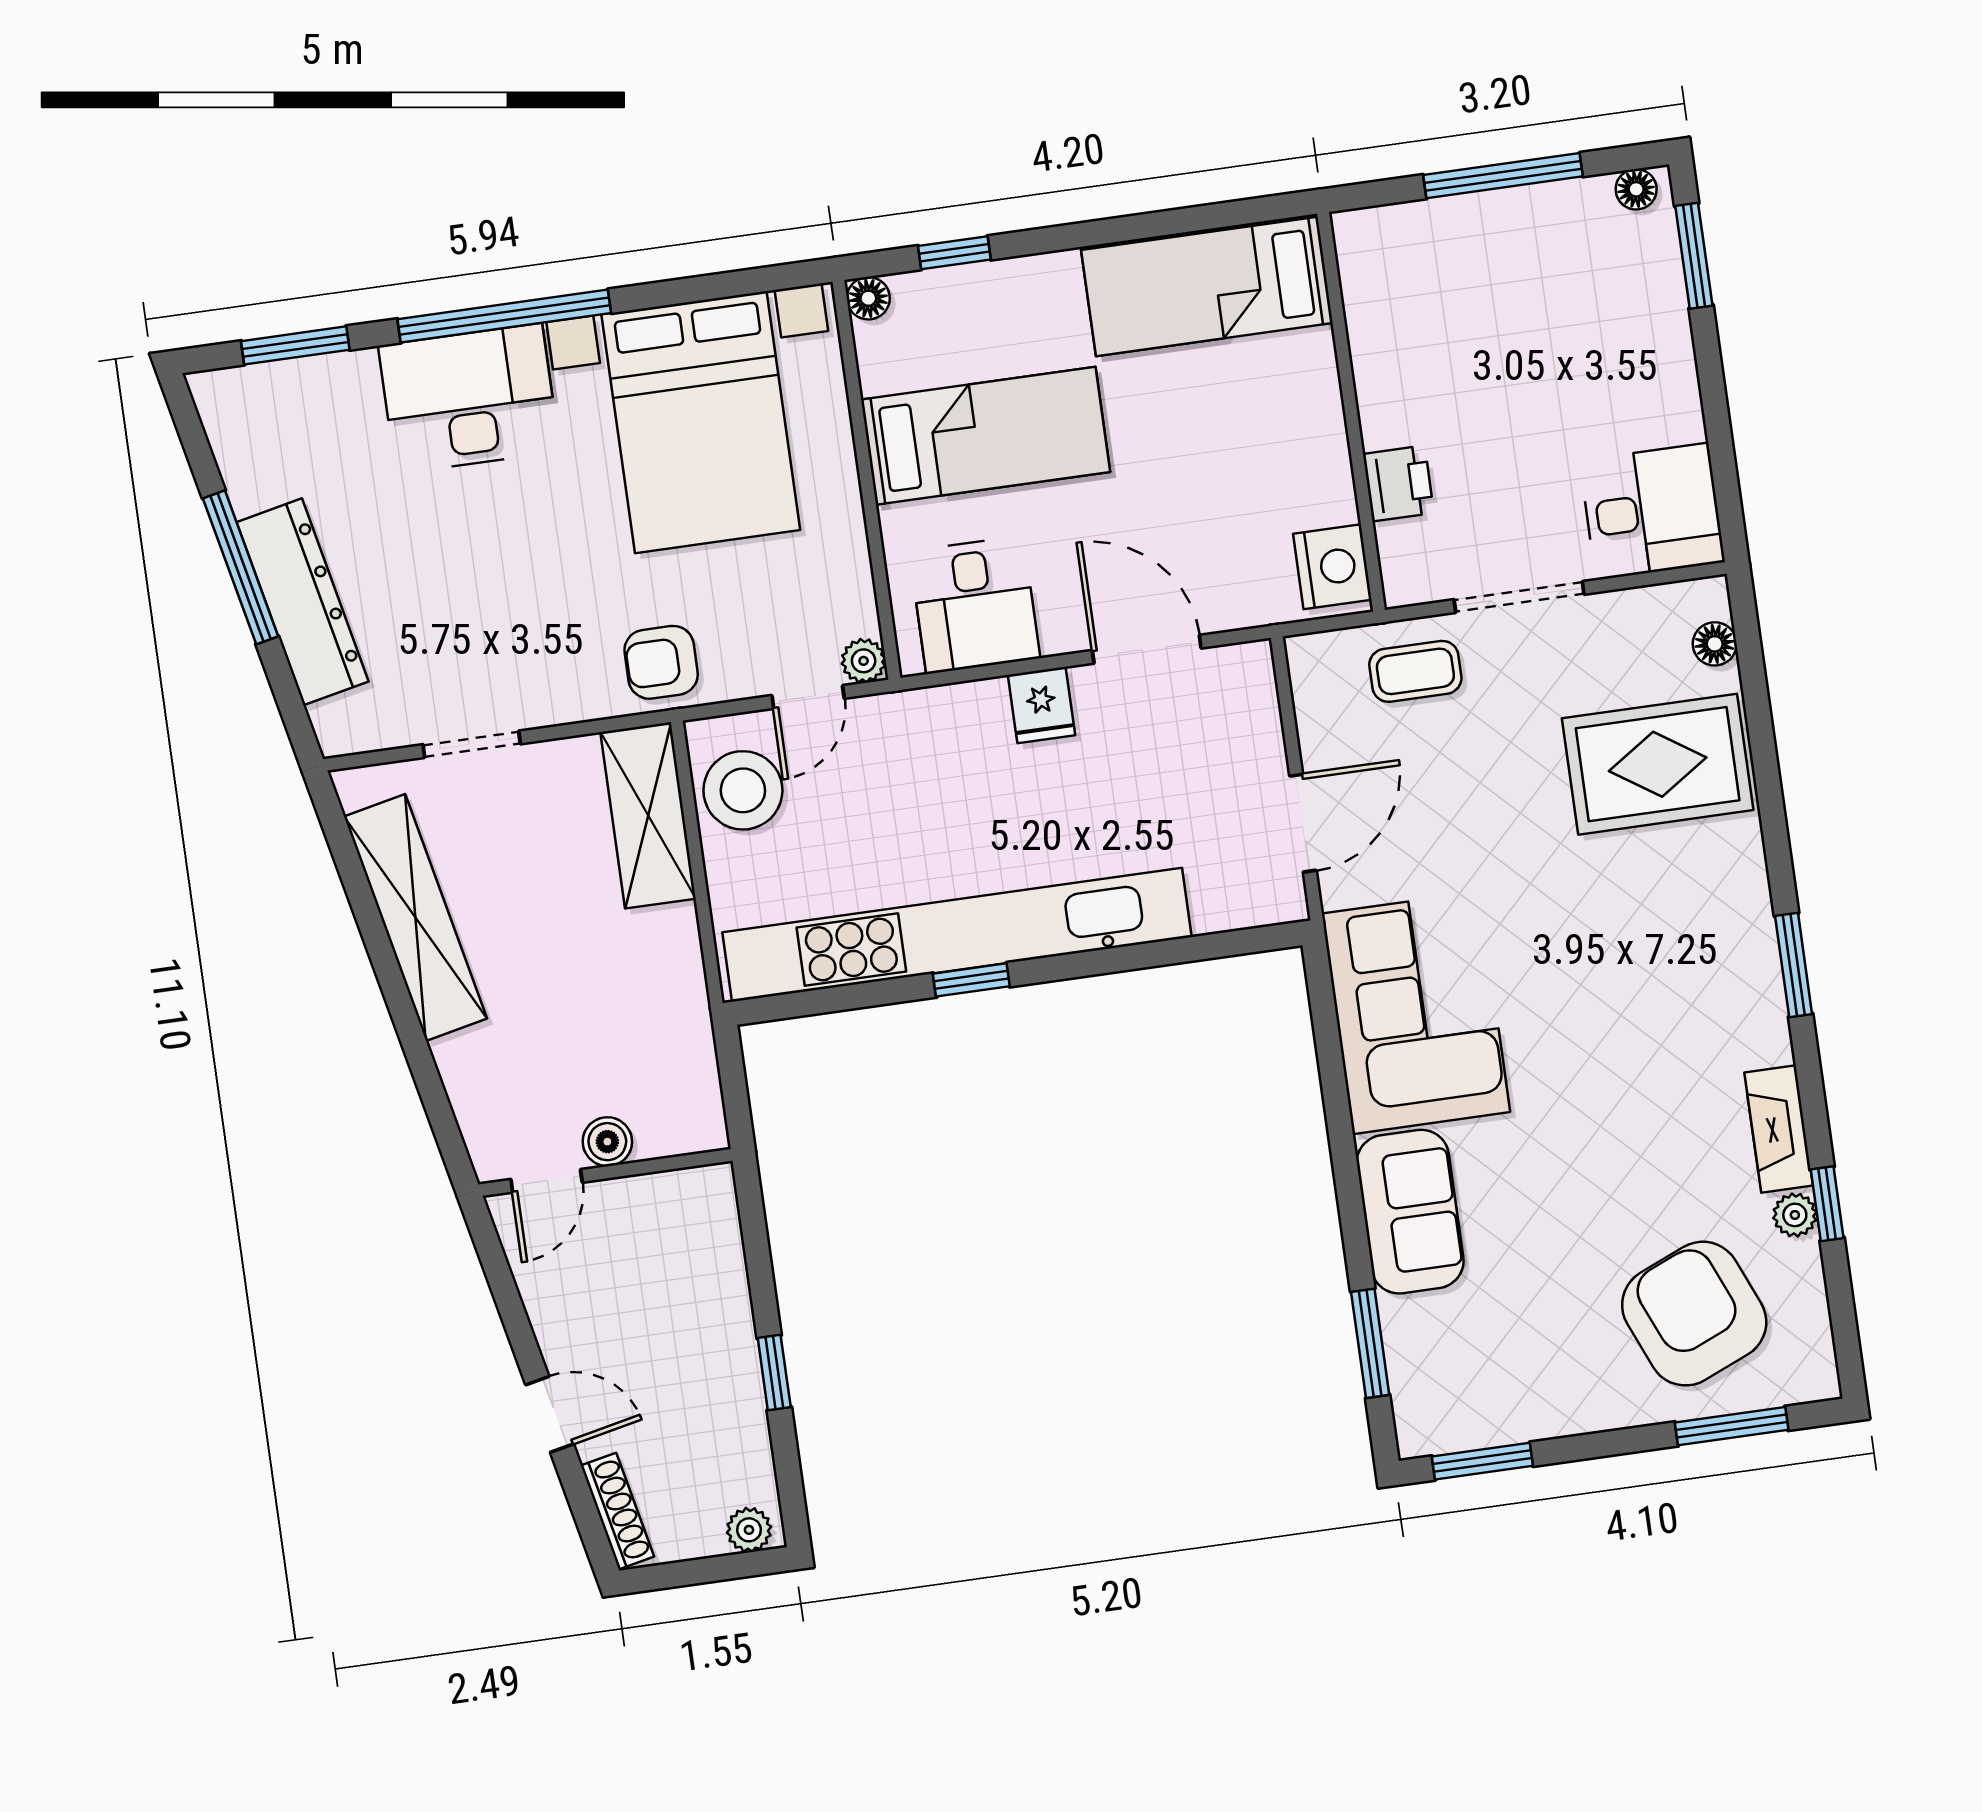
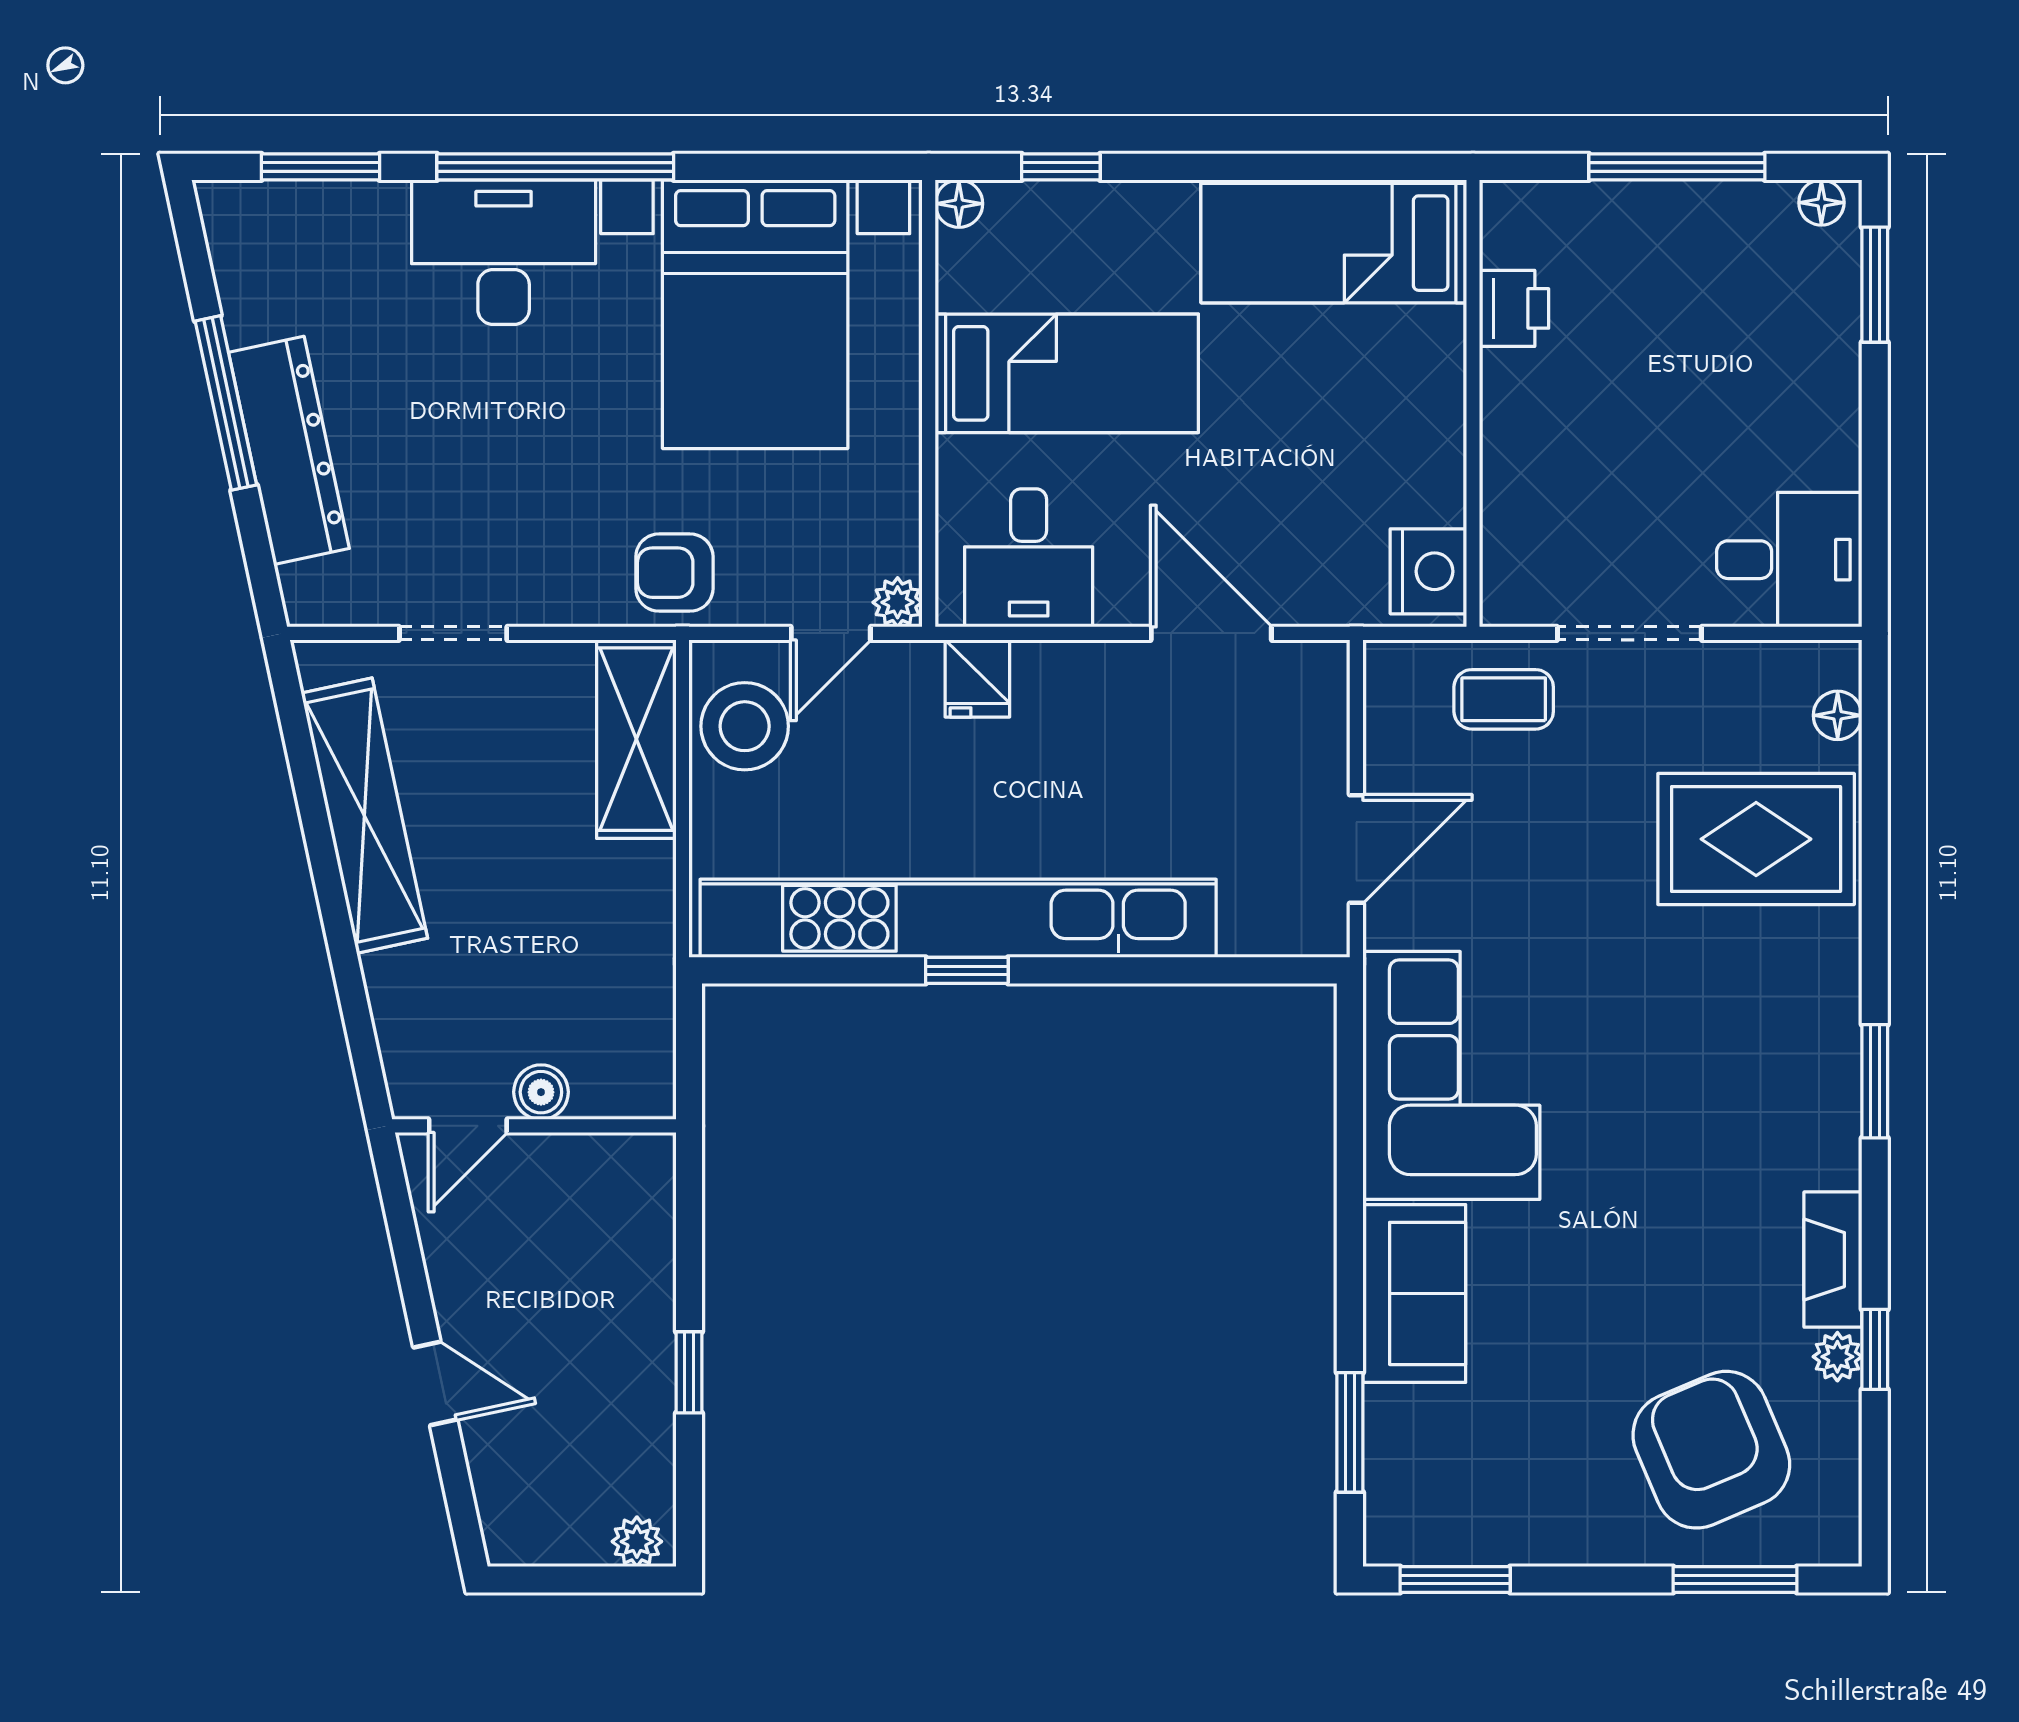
printer: (1398, 483) -> (1514, 308), moved
fridge: (1042, 705) -> (977, 679), moved
shoe rack: (617, 1511) -> (495, 1501), removed

